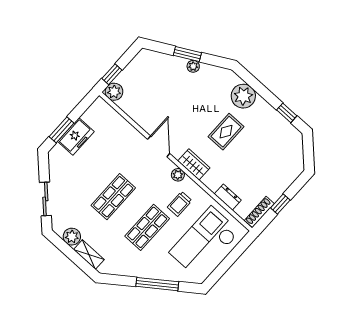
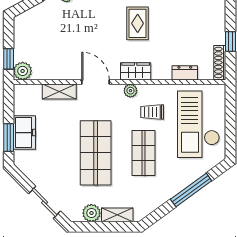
shelving: (127, 130) -> (59, 92), added
shop shelf: (113, 197) -> (96, 153), width x1.43, depth x1.36
trolley: (180, 204) -> (152, 112), turned 90

